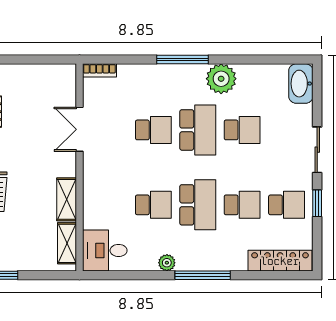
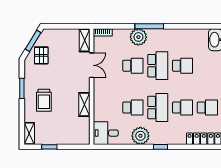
plant: (221, 79) -> (138, 37), moved
double door: (79, 129) -> (92, 65), swing flipped
shelving: (67, 243) -> (85, 40), moved
plant: (167, 263) -> (140, 136), width x1.88, depth x1.88
window: (203, 275) -> (160, 147), width x0.46

